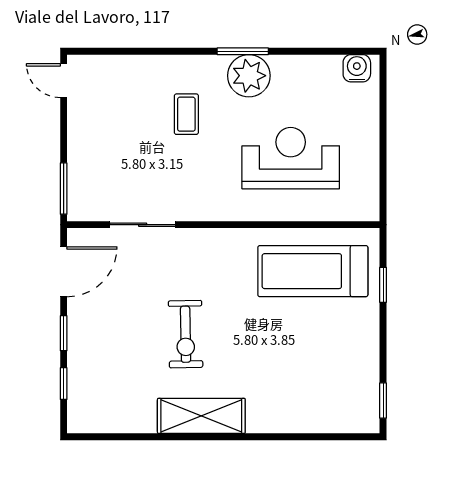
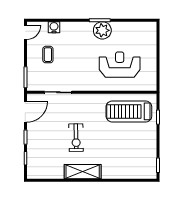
water cooler: (357, 68) -> (54, 27), moved
door: (64, 81) -> (25, 32), swing flipped
coffee table: (186, 114) -> (48, 55), moved

